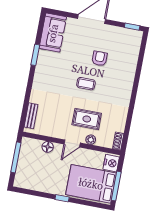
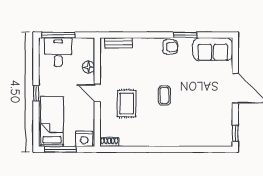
armchair: (100, 58) -> (170, 47), moved
plant: (91, 140) -> (105, 112), removed
window: (16, 157) -> (58, 35), moved
desk: (29, 171) -> (58, 52), added
bed: (91, 184) -> (52, 122), width x0.67

